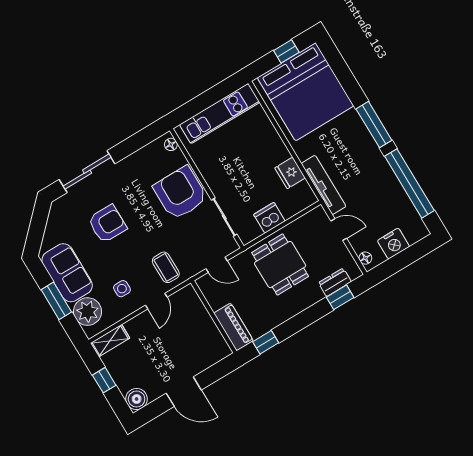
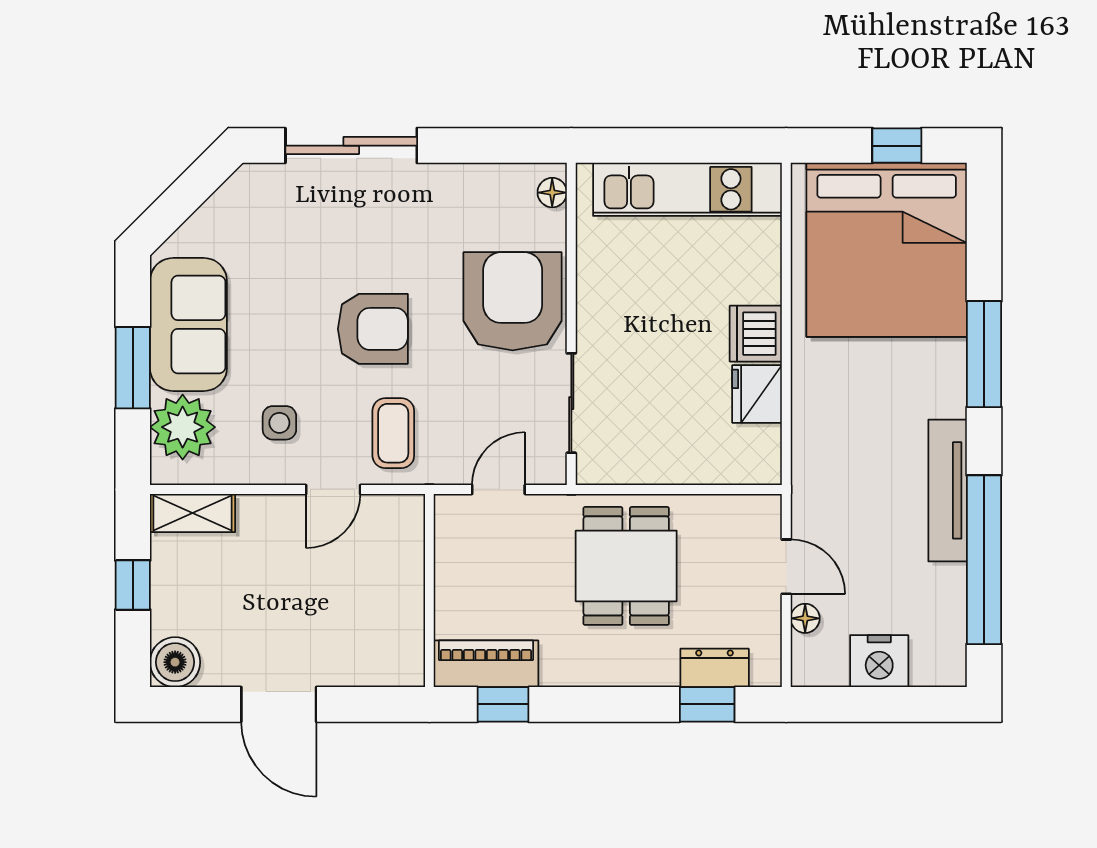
window: (374, 125) -> (984, 354), moved
tv unit: (324, 185) -> (948, 490), moved, turned 180
dishwasher: (269, 218) -> (756, 334), moved, turned -90
armchair: (107, 224) -> (373, 329), moved
floor lamp: (365, 258) -> (805, 618), moved
door: (217, 265) -> (498, 489), swing flipped
piano: (234, 327) -> (486, 664), moved, turned -90

